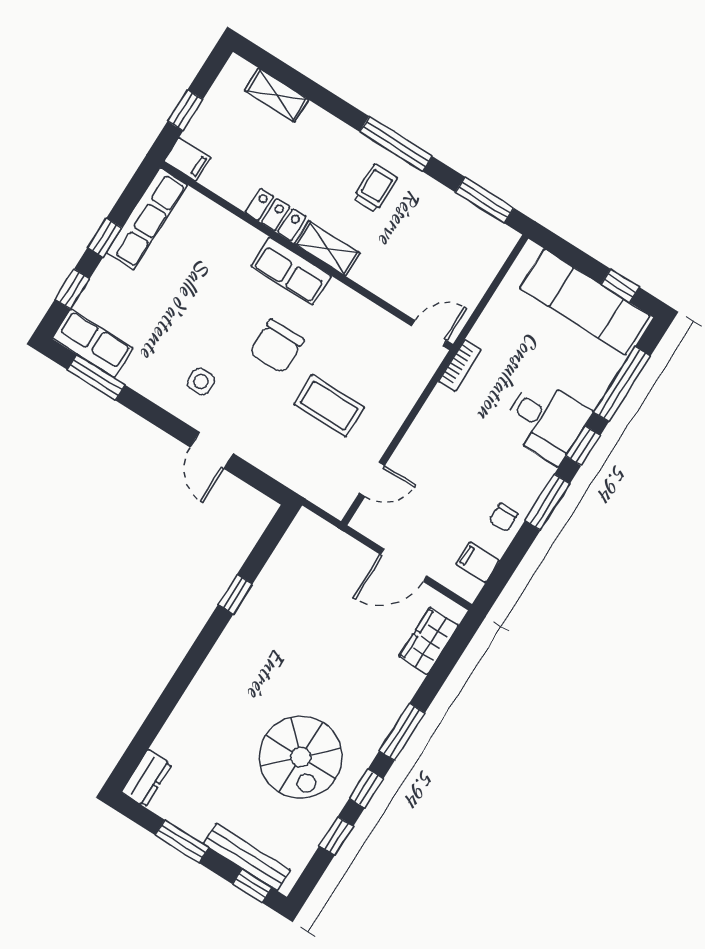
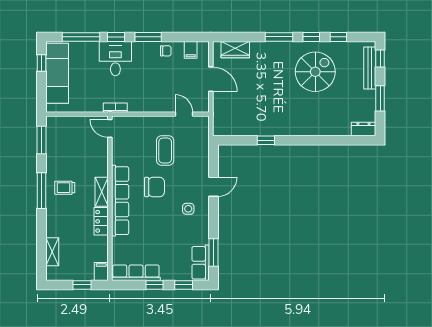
row of seats: (291, 271) -> (120, 201), width x2.02

